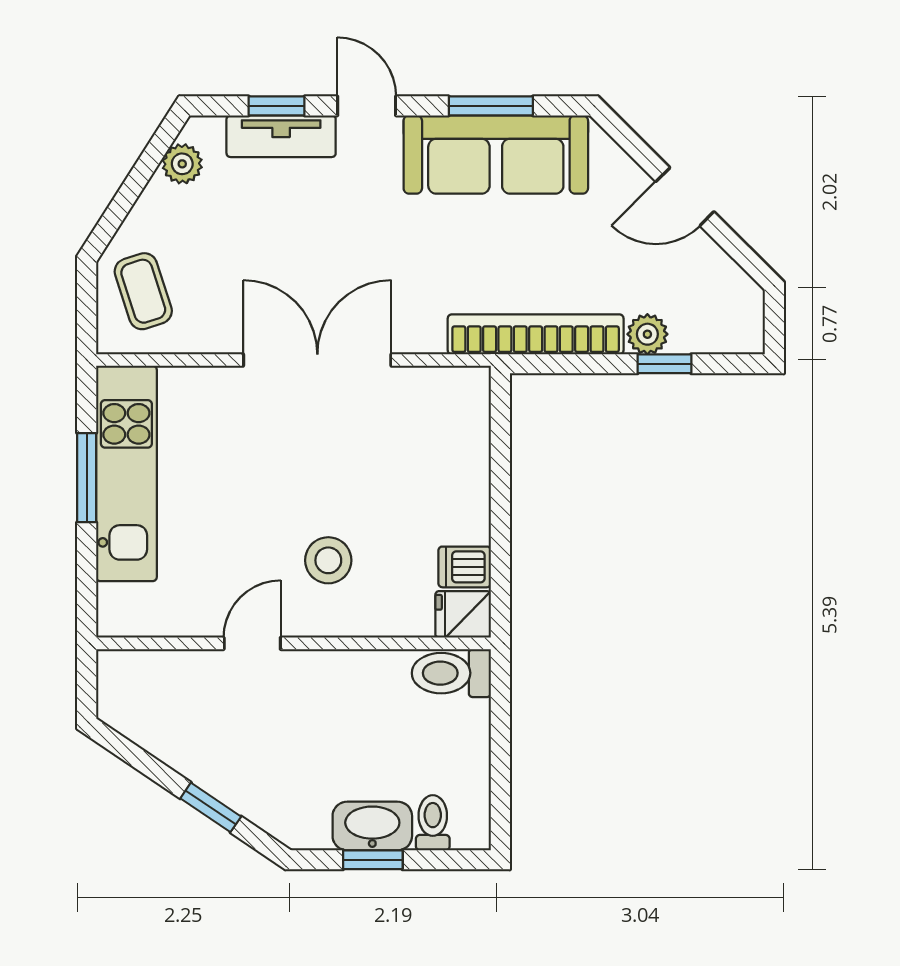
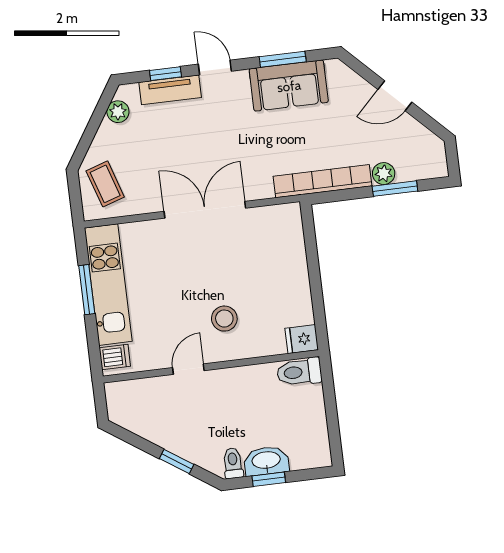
sofa: (496, 155) -> (289, 86), width x0.73
window: (664, 364) -> (395, 189), width x1.50
dishwasher: (465, 567) -> (115, 357), moved, turned 180
toilet: (433, 823) -> (233, 463), moved

